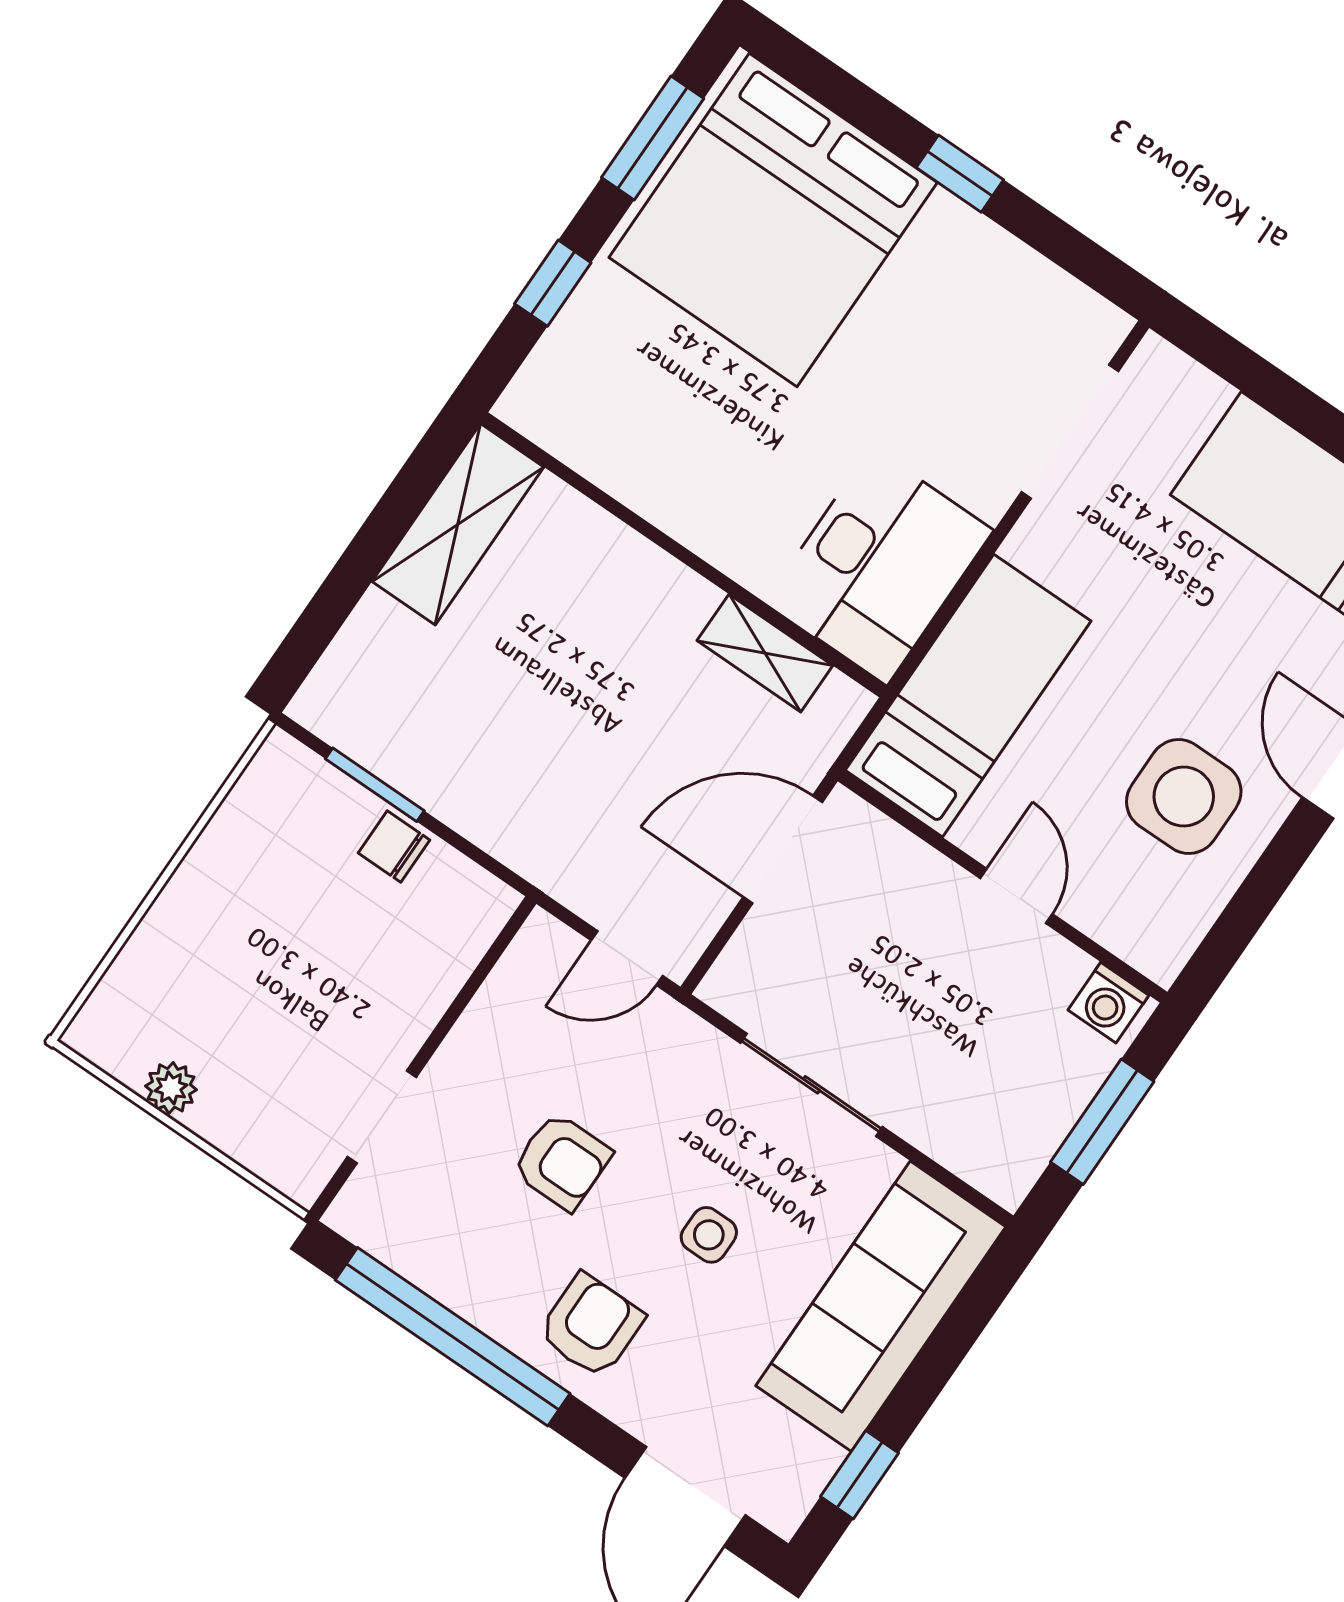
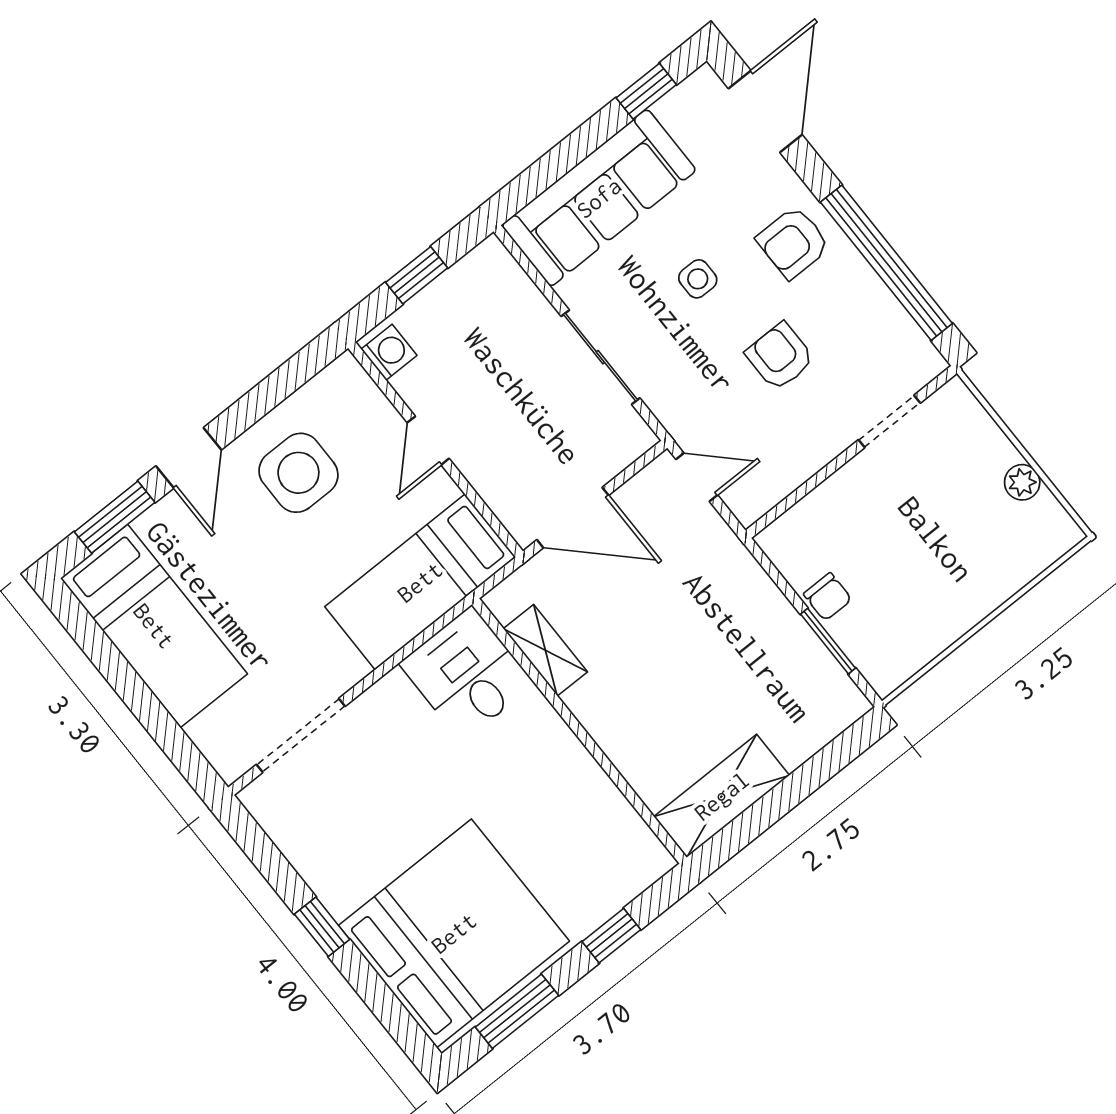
desk: (879, 566) -> (467, 674), width x0.73
window: (1102, 1122) -> (417, 275), width x0.67

